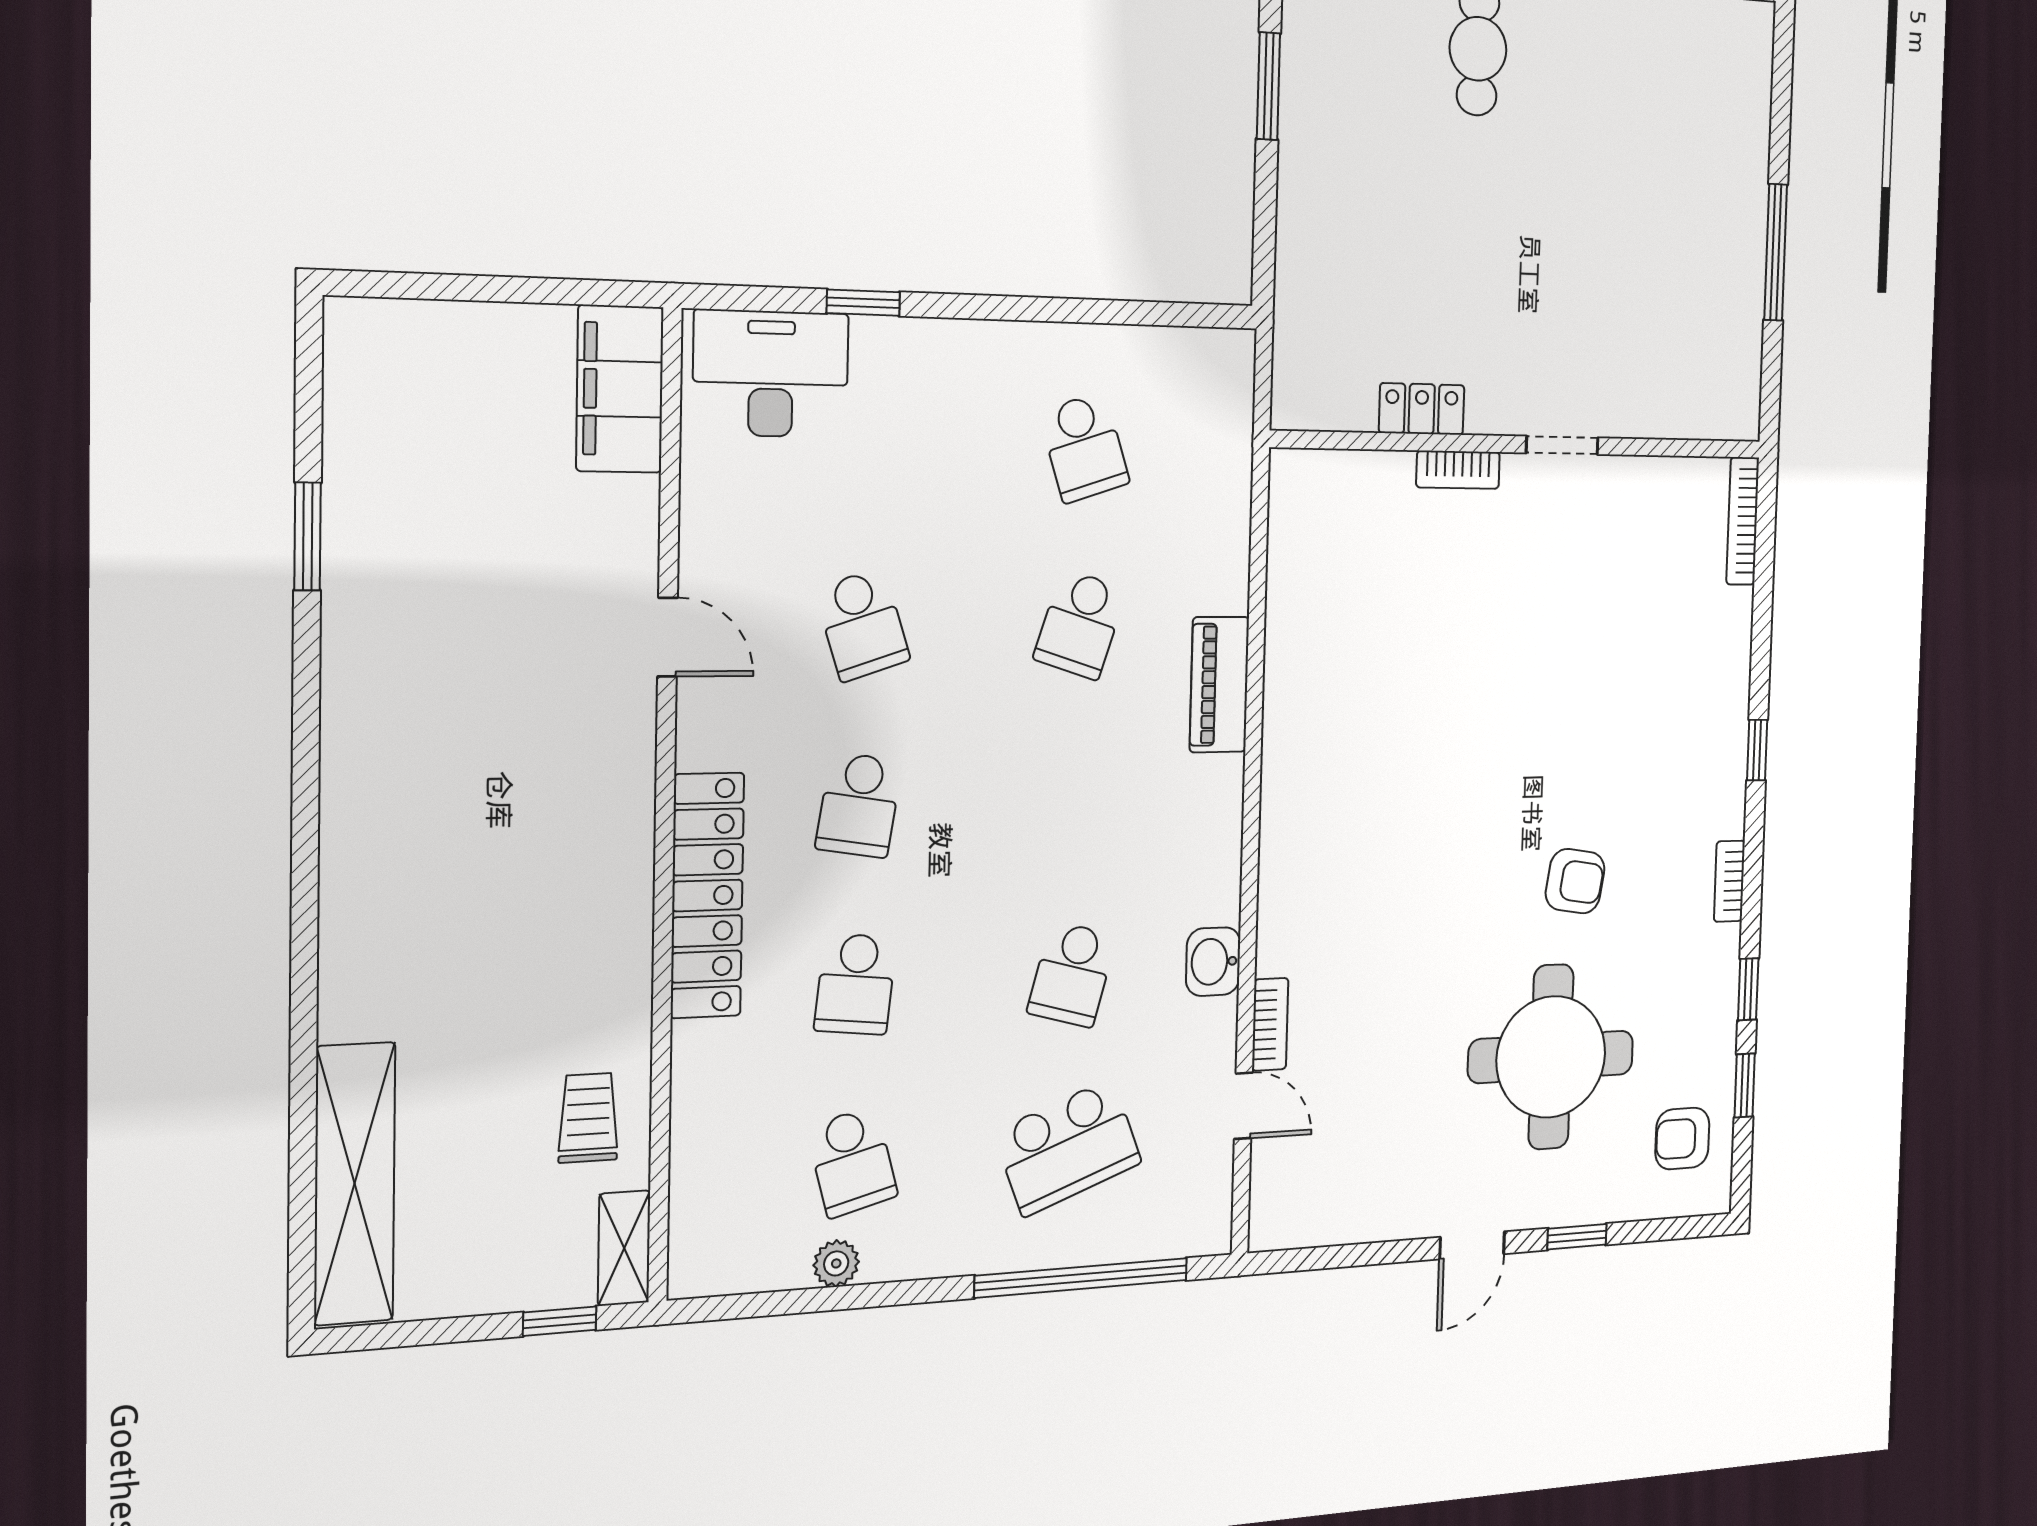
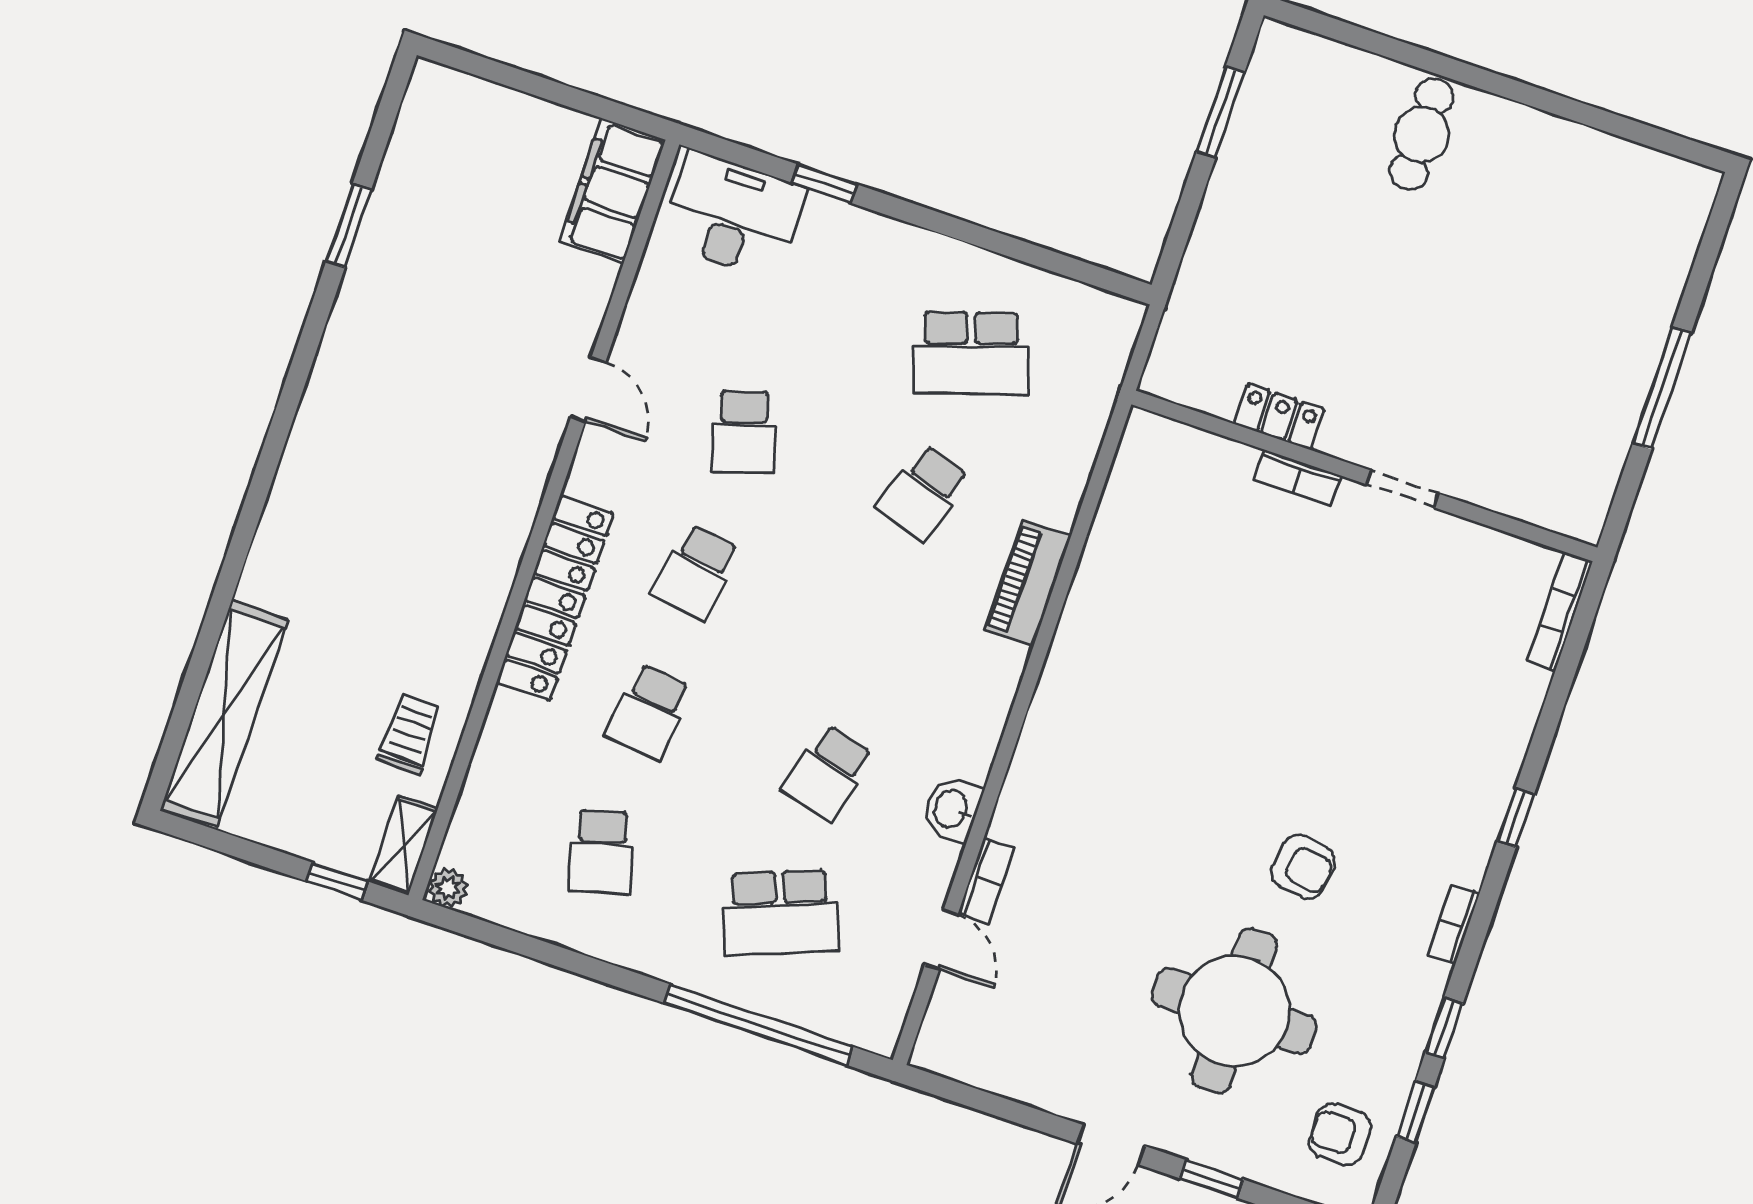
school desk: (1084, 447) -> (971, 353), width x1.85
plant: (836, 1263) -> (448, 888), moved

